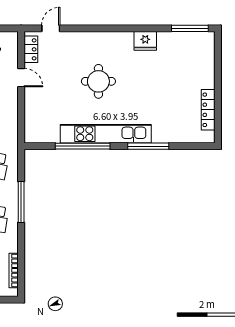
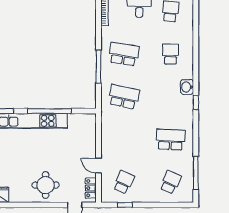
round table: (98, 81) -> (46, 185), moved

